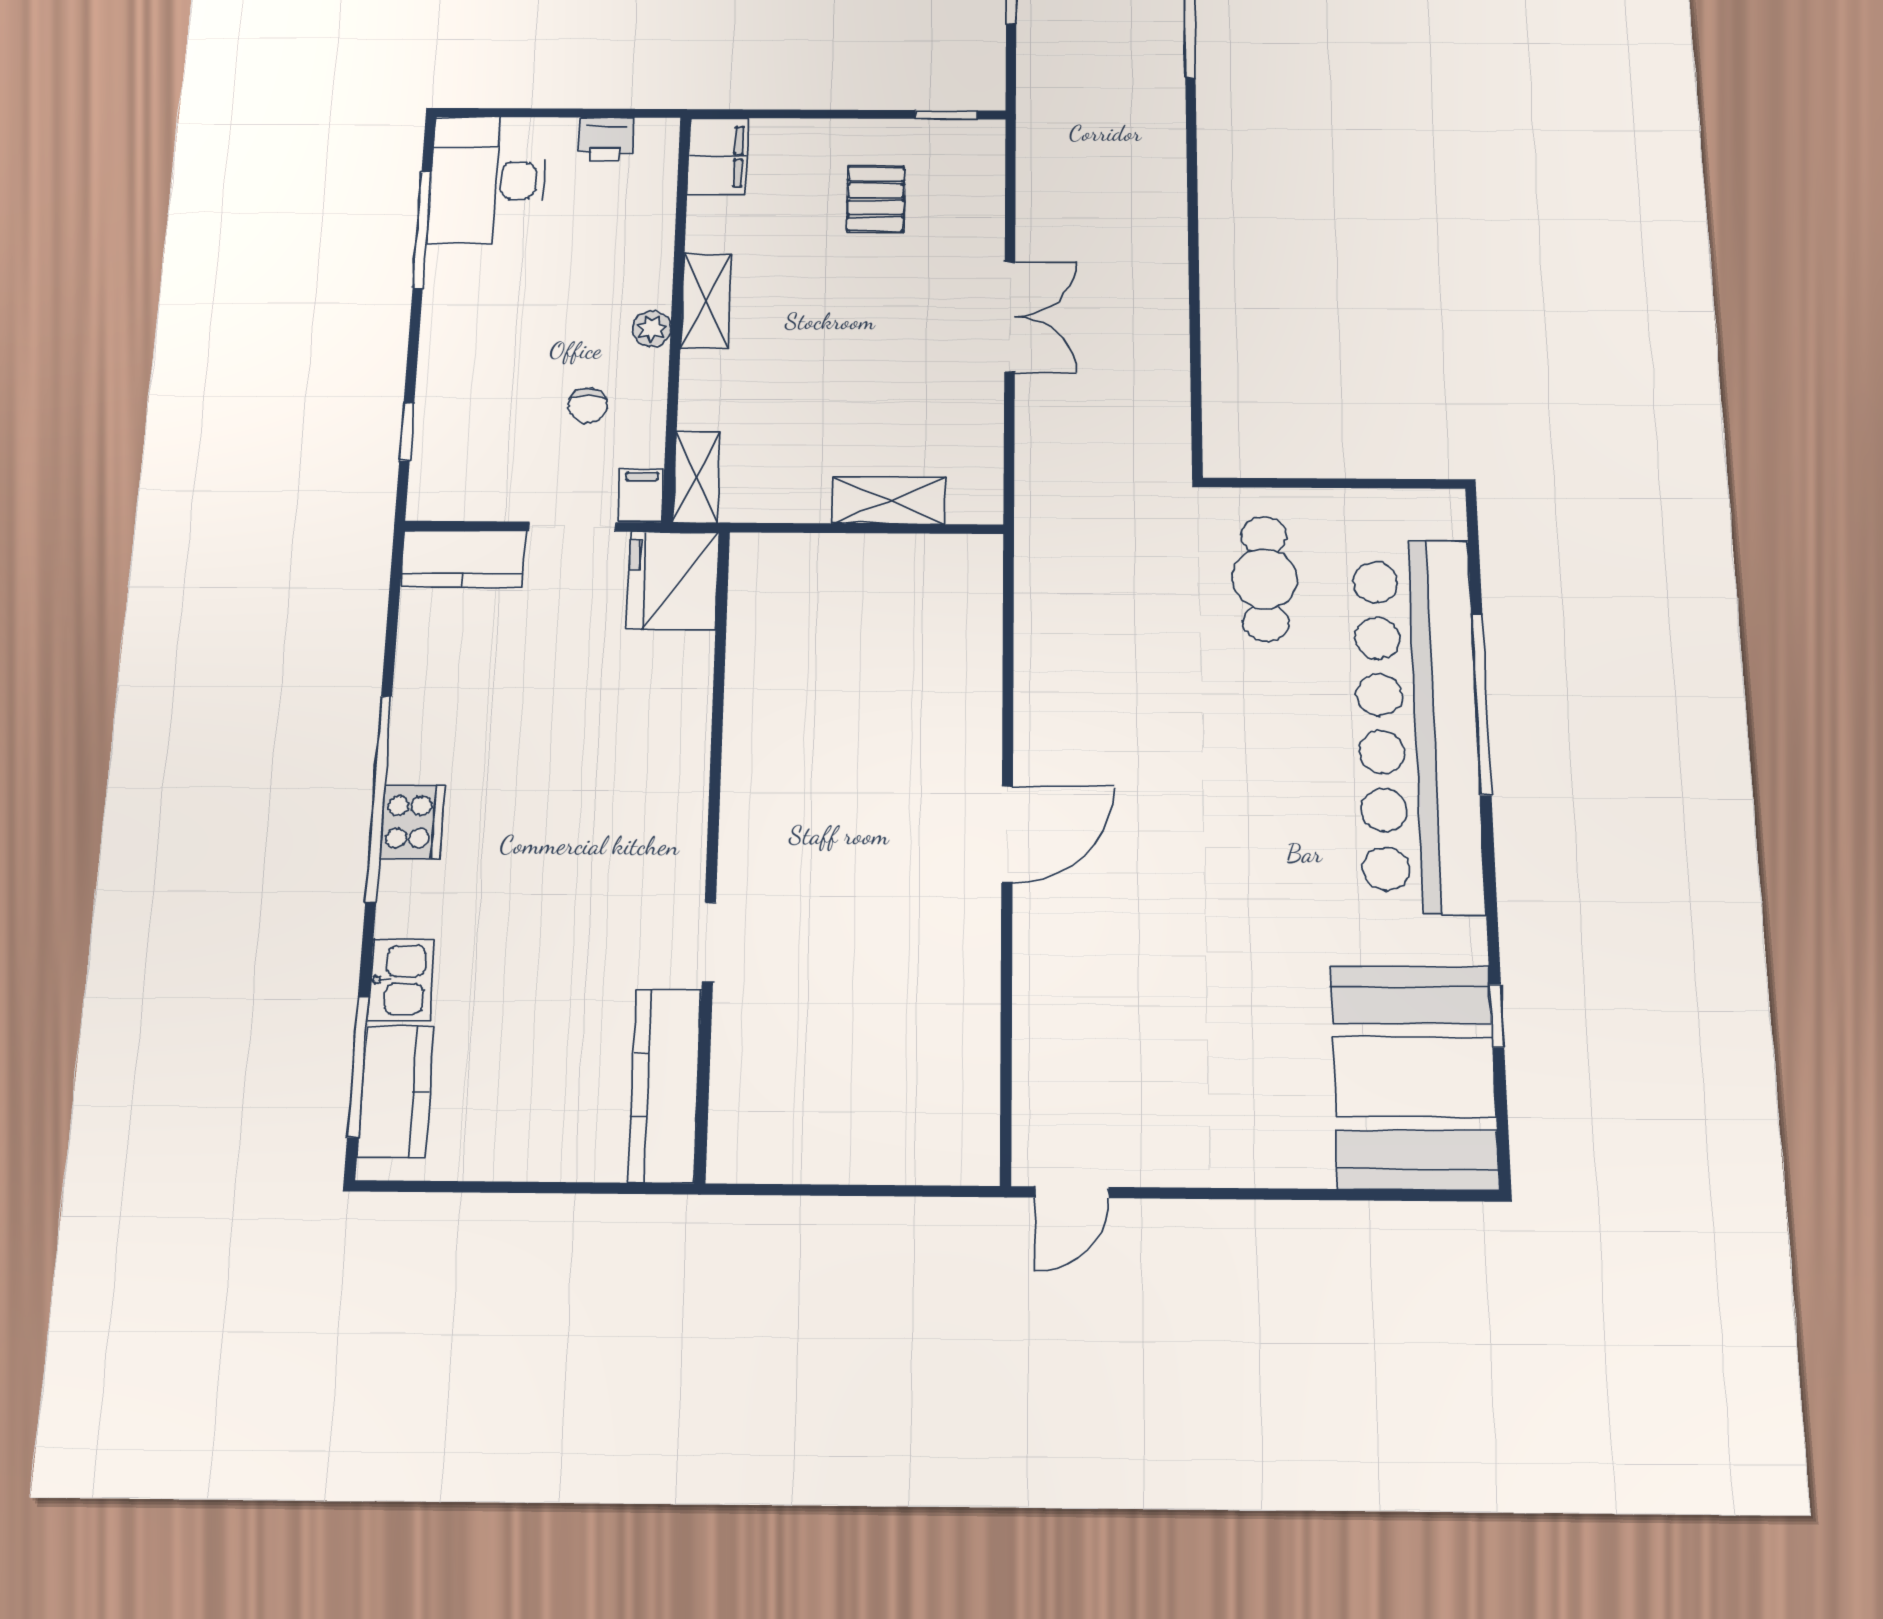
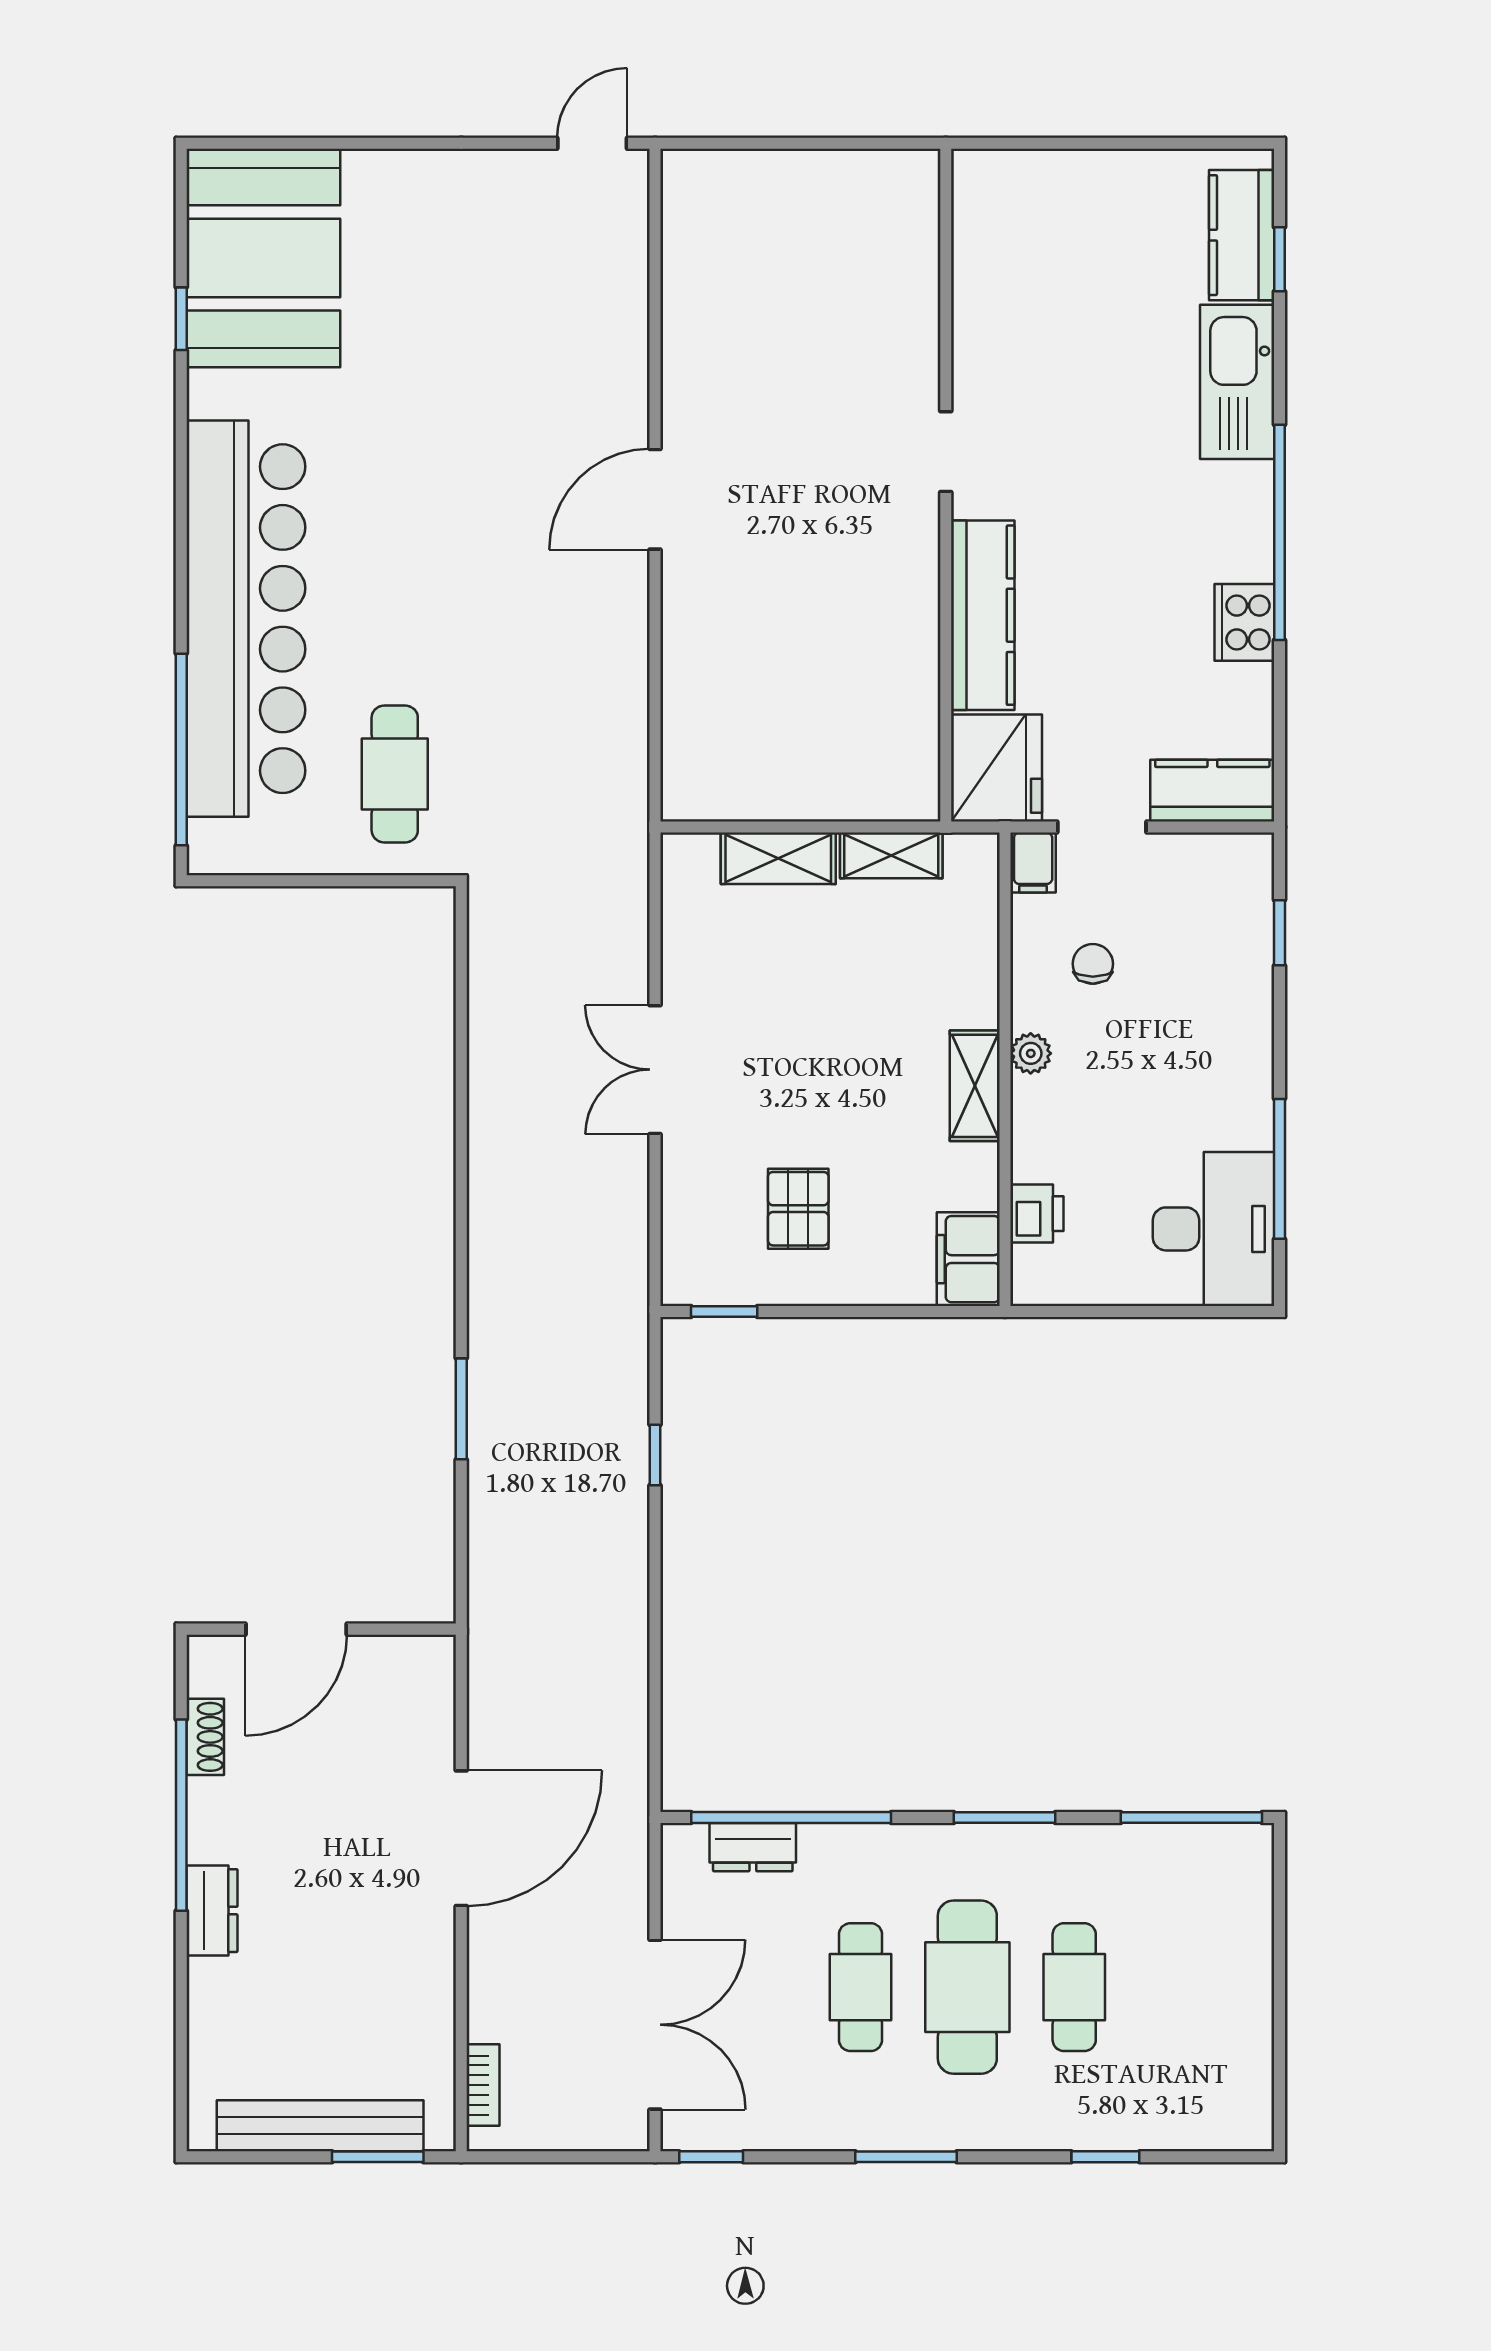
printer: (606, 139) -> (1037, 1214), moved, turned 90
shelving: (697, 477) -> (891, 855), moved, turned 90
window: (1481, 704) -> (181, 750), moved
cooker: (412, 822) -> (1244, 622), moved
doorway: (709, 942) -> (946, 452), moved
kitchen sink: (401, 980) -> (1237, 382), width x1.88, depth x1.24
window: (358, 1067) -> (1280, 259), width x0.46
kitchen counter: (665, 1085) -> (983, 615), moved

